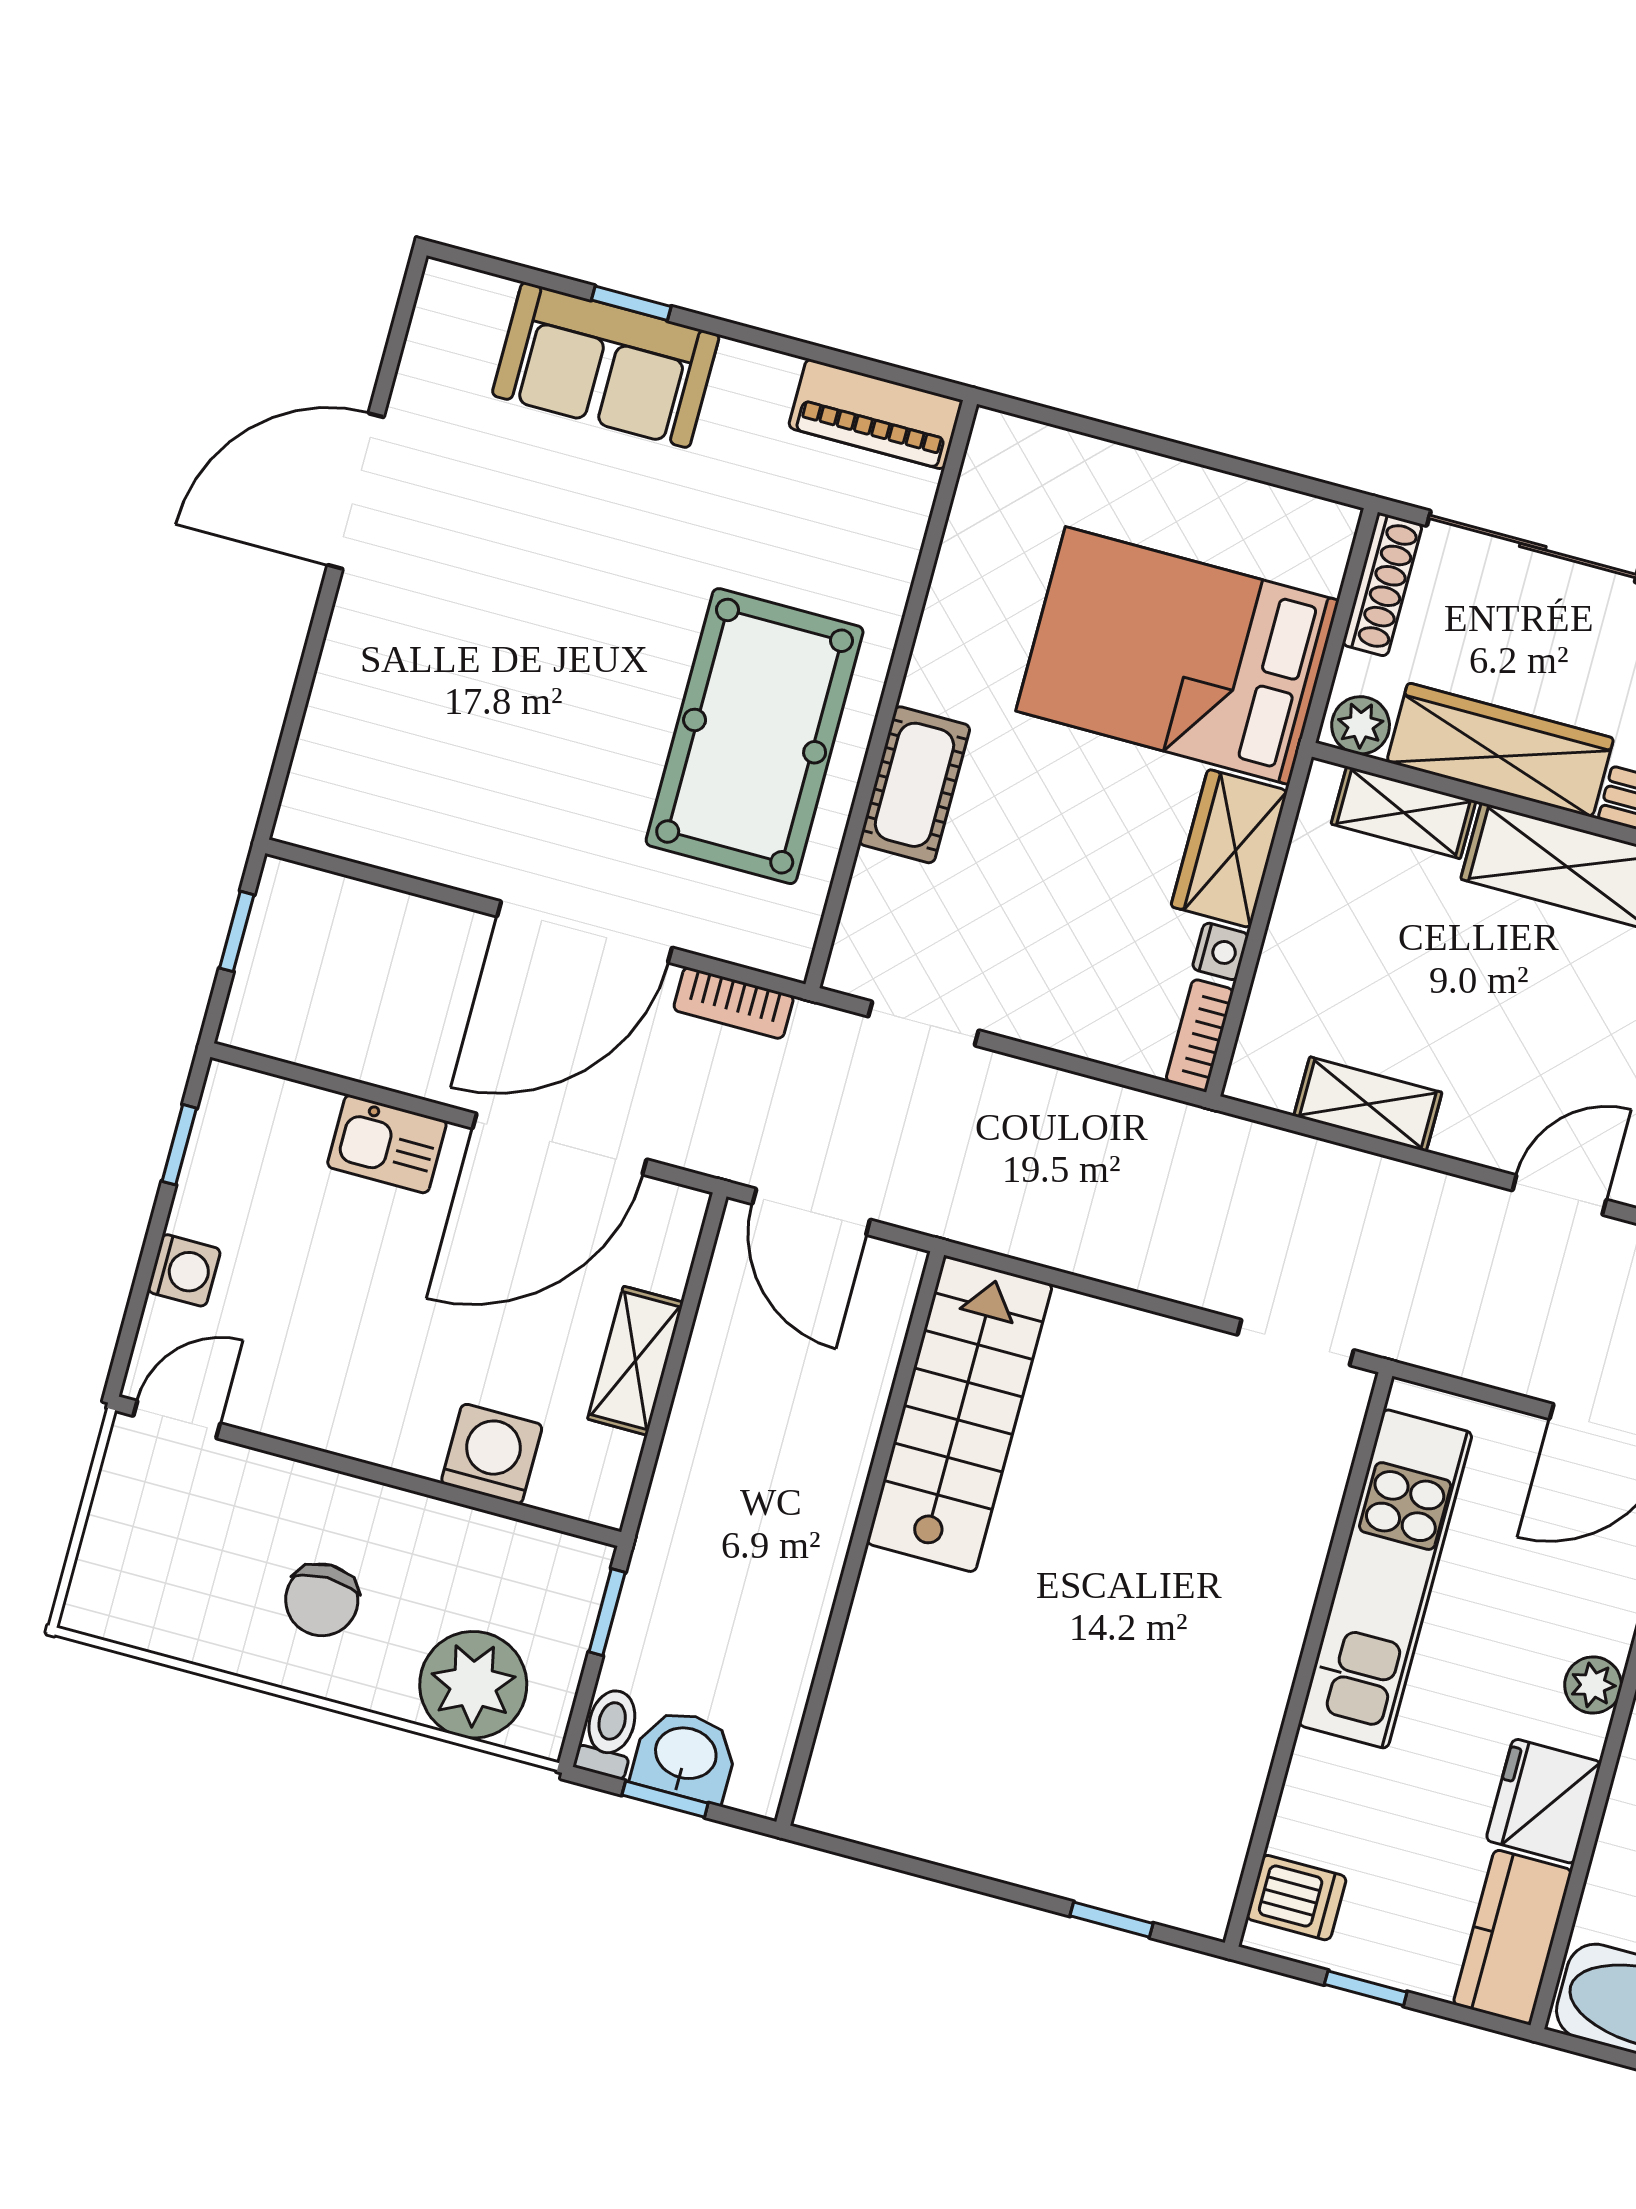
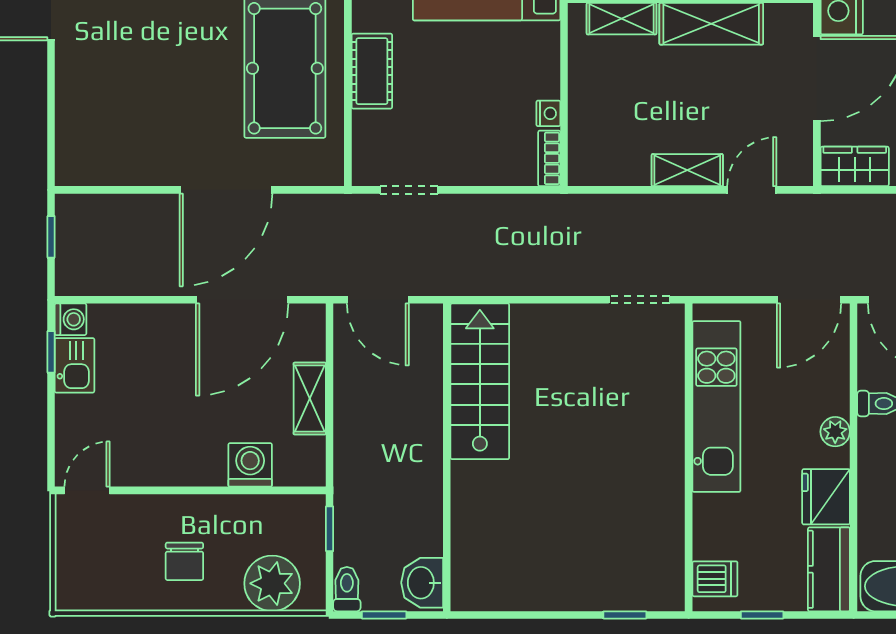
wardrobe: (1229, 849) -> (539, 60), removed
bookcase: (734, 1003) -> (311, 205), removed
shelving: (1368, 1104) -> (687, 170), moved
kitchen sink: (387, 1144) -> (75, 365), moved, turned -90
washing machine: (184, 1270) -> (71, 319), moved
washbasin: (685, 1755) -> (422, 583), moved, turned -90

